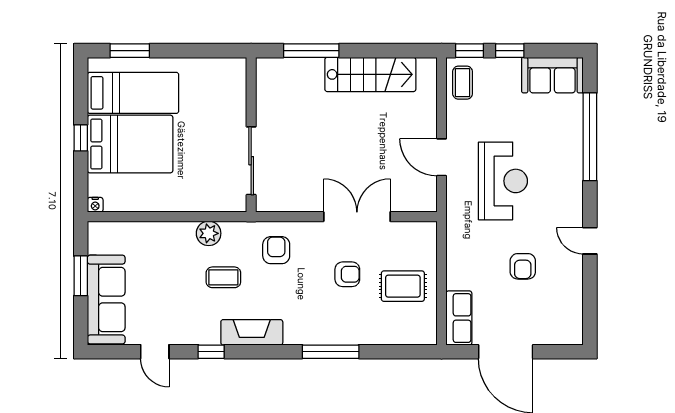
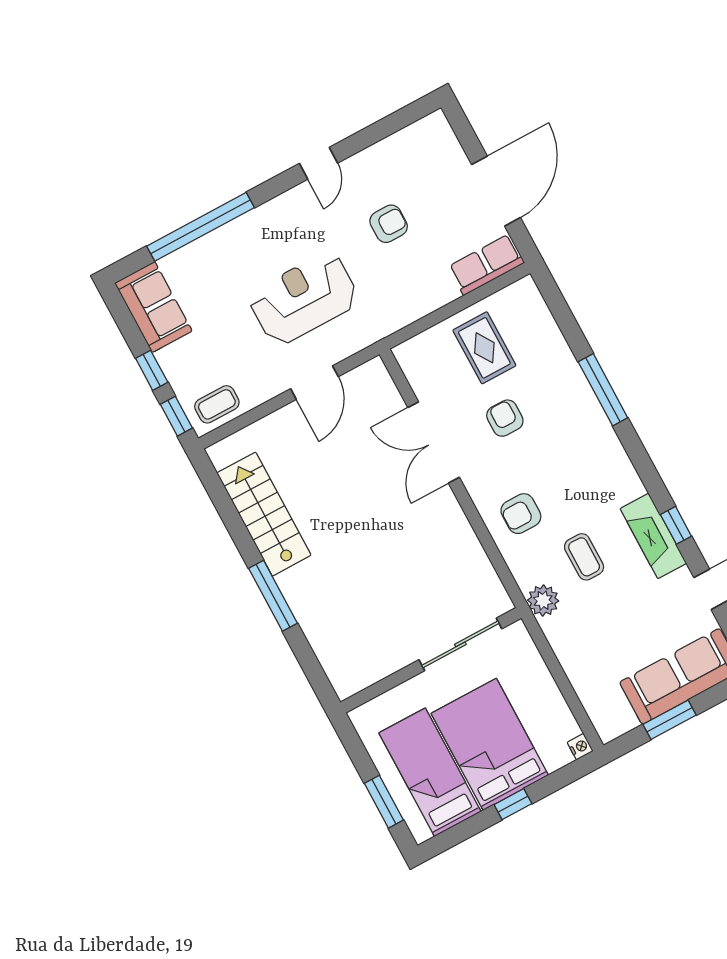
wall: (251, 135) -> (431, 660), moved
sliding door: (251, 161) -> (460, 644), moved
fireplace: (252, 332) -> (653, 536), moved

